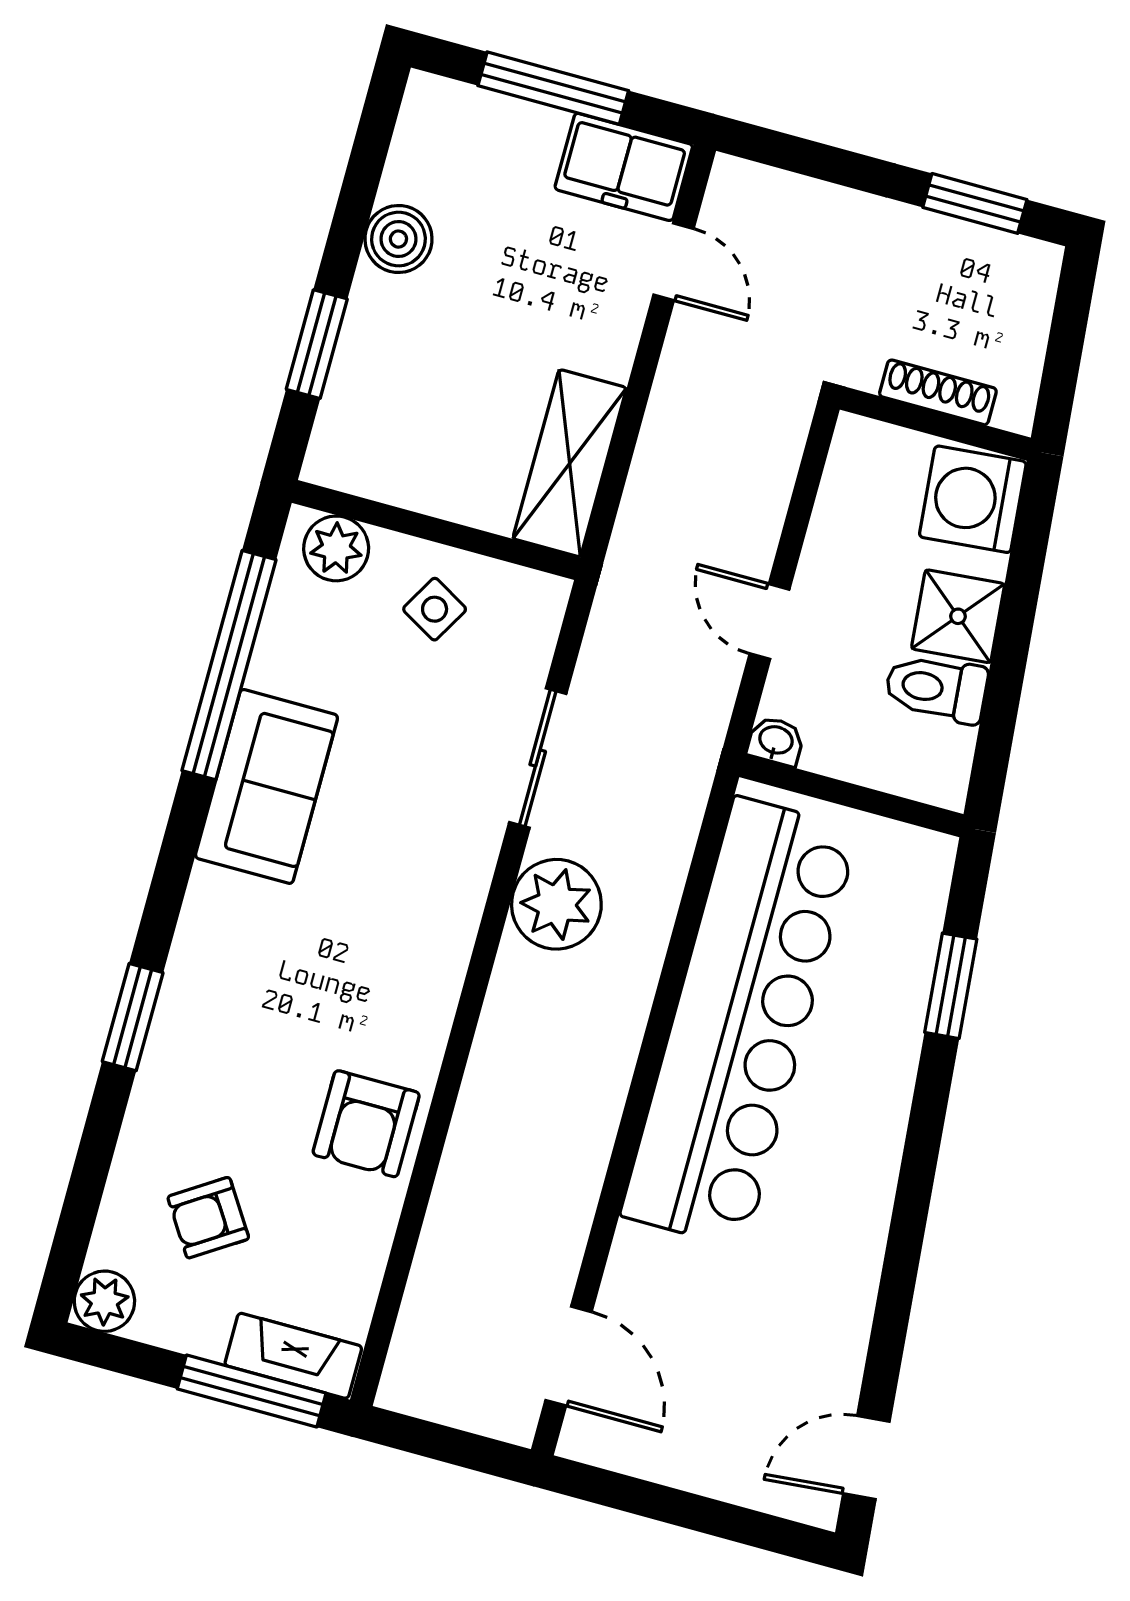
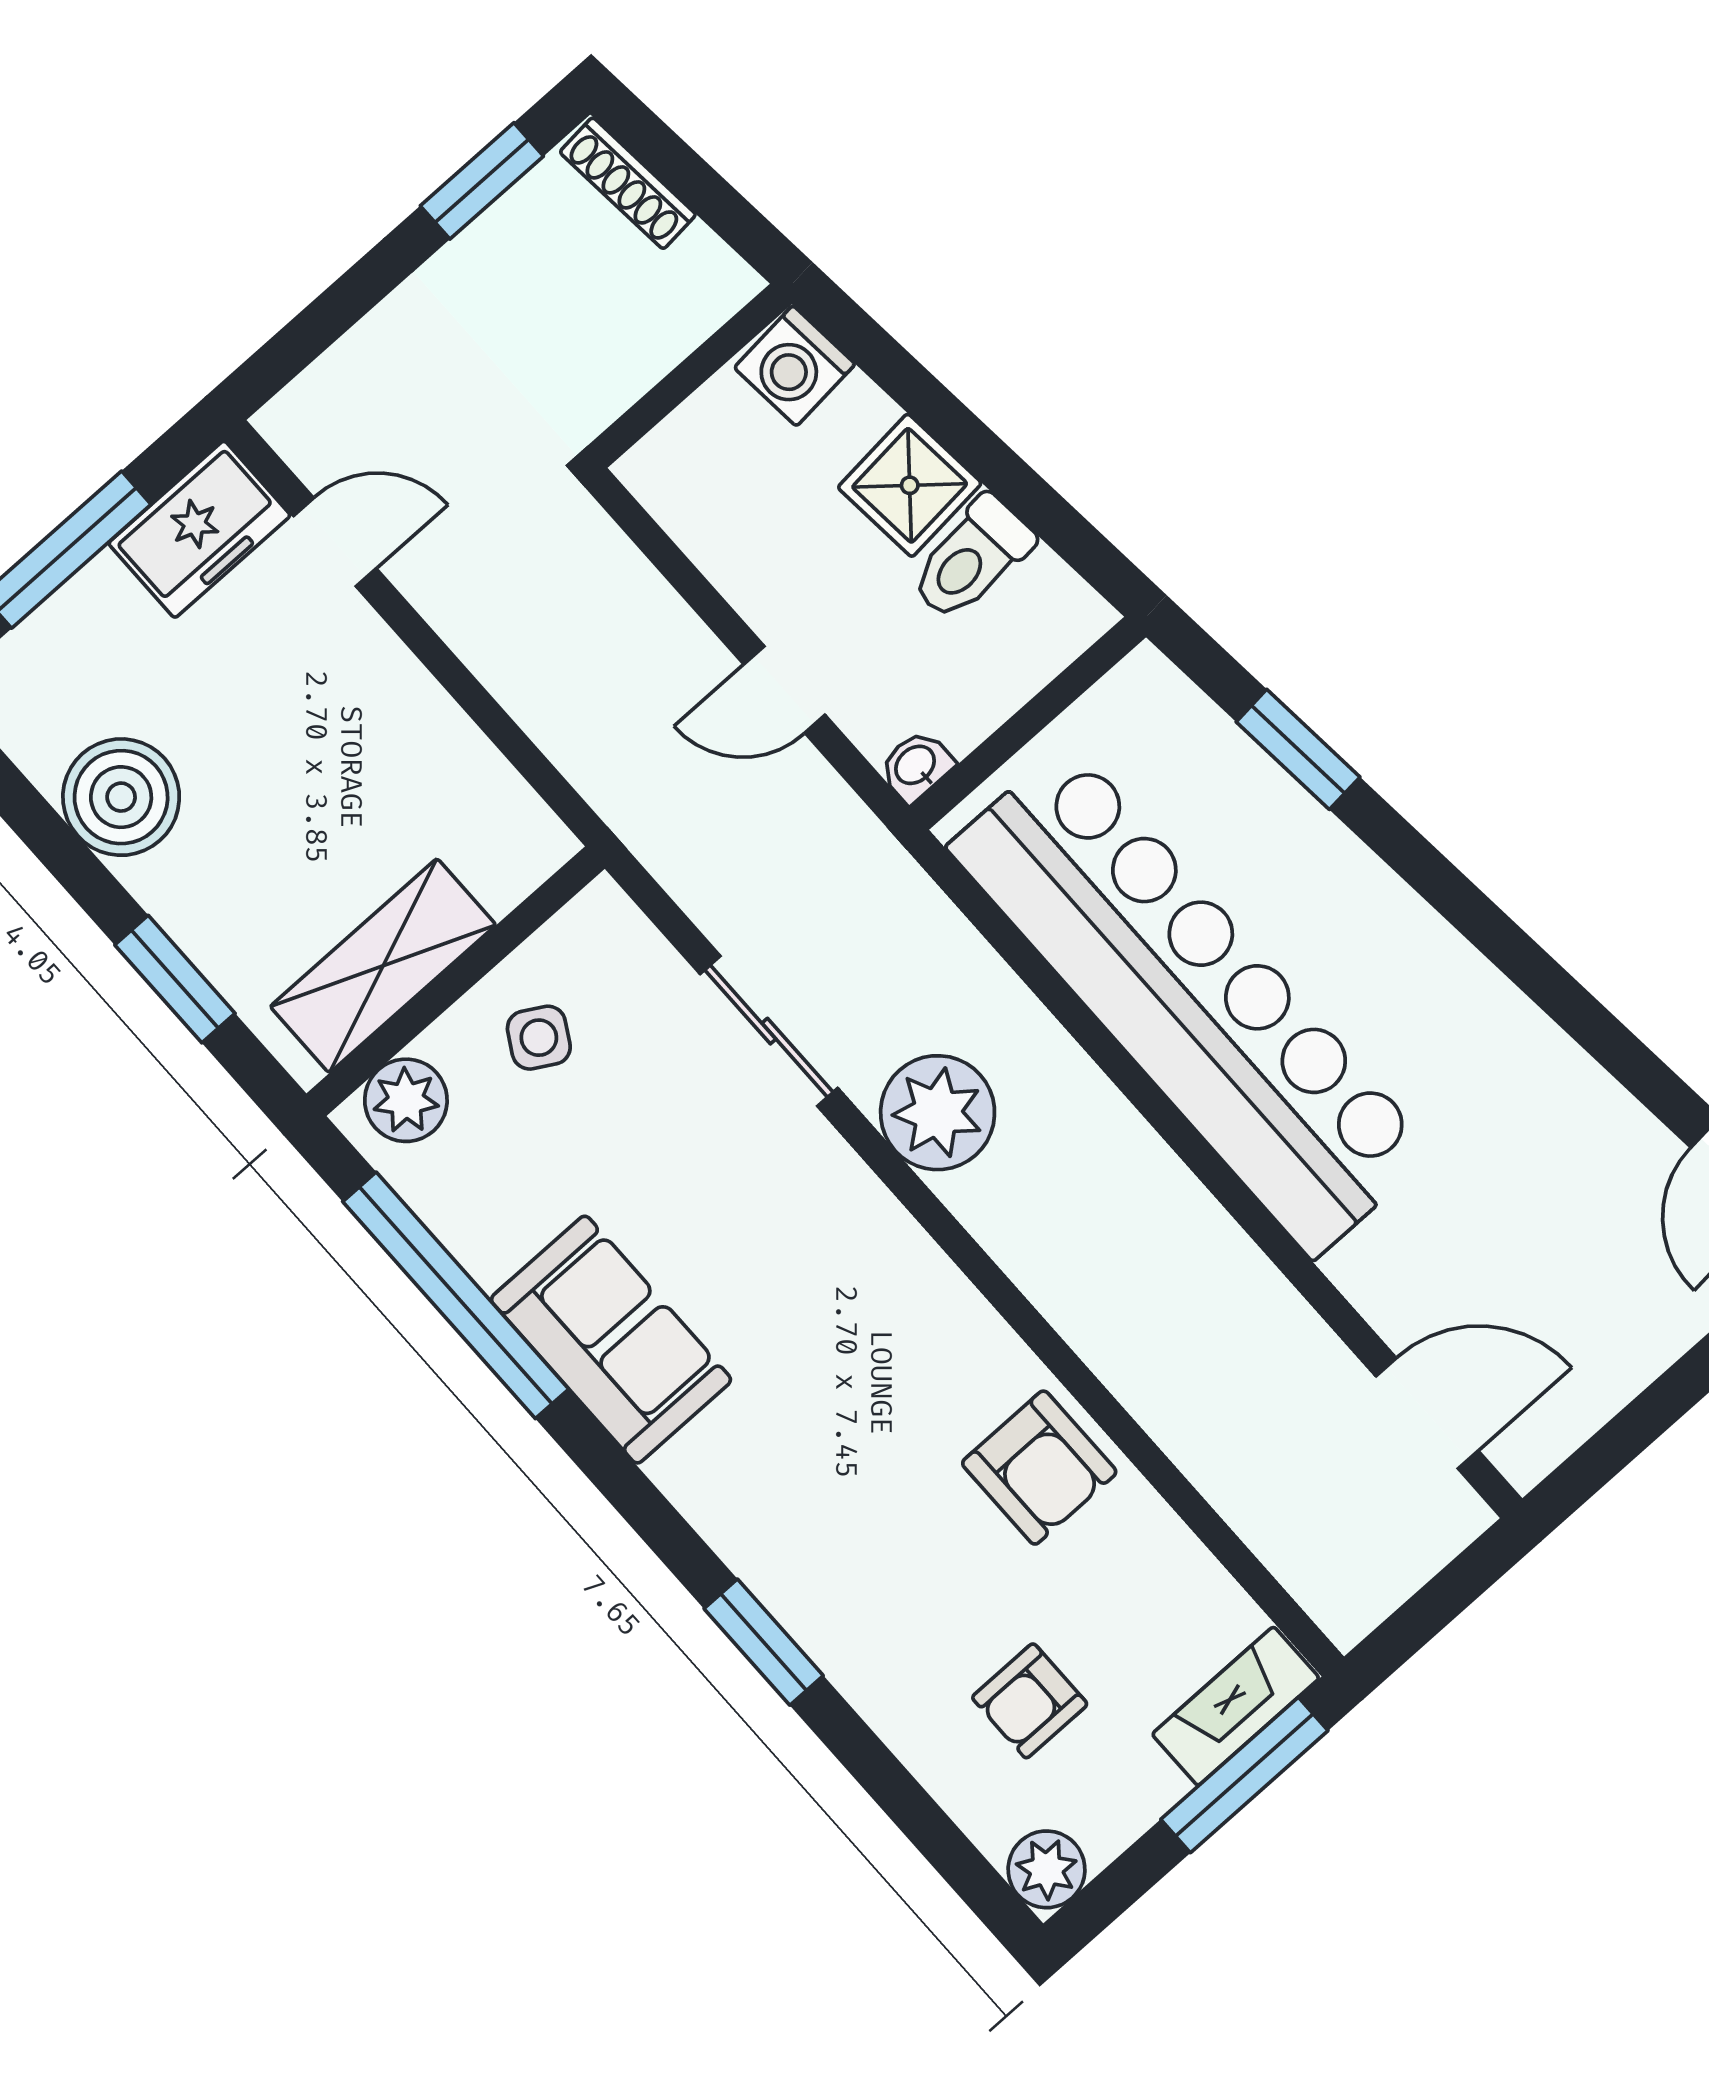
boiler: (398, 239) -> (121, 797), width x1.37, depth x1.37
shoe rack: (938, 392) -> (628, 183), moved, turned -95
shelving: (570, 463) -> (383, 966), moved, turned 90
washing machine: (973, 499) -> (795, 366), width x0.73, depth x0.73
armchair: (208, 1218) -> (1030, 1701), turned 33

